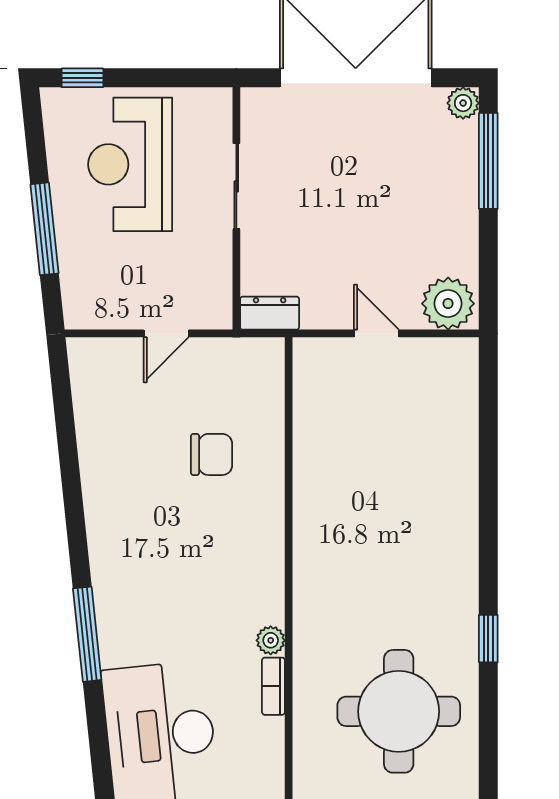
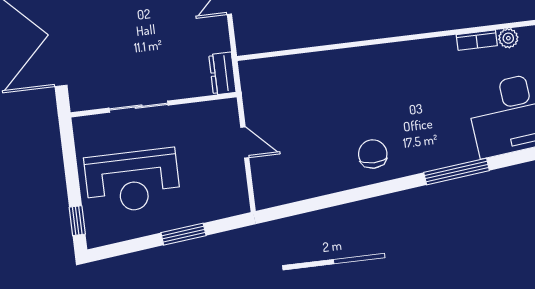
window: (44, 229) -> (183, 234), width x0.69
chair: (212, 454) -> (373, 154), moved
plant: (271, 640) -> (508, 38), moved

